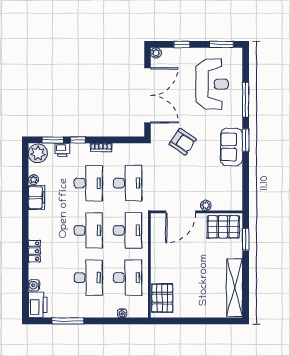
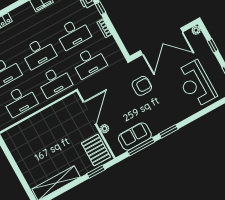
reception desk: (212, 84) -> (196, 84), turned 90
window: (246, 100) -> (141, 147), moved
armchair: (183, 142) -> (142, 86), turned -124
sofa: (232, 147) -> (135, 136), moved
door: (181, 212) -> (90, 113), swing flipped
pallet: (162, 298) -> (19, 134), removed

